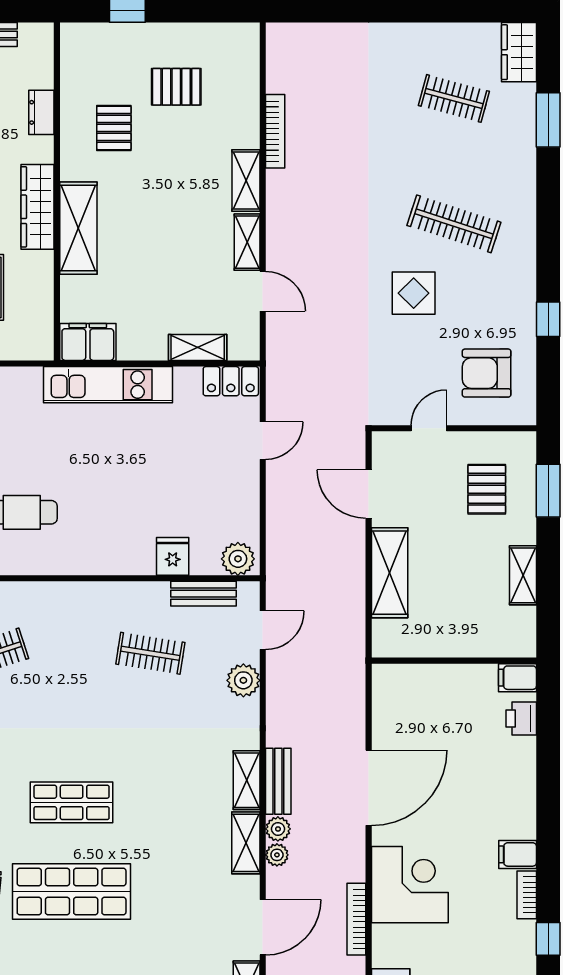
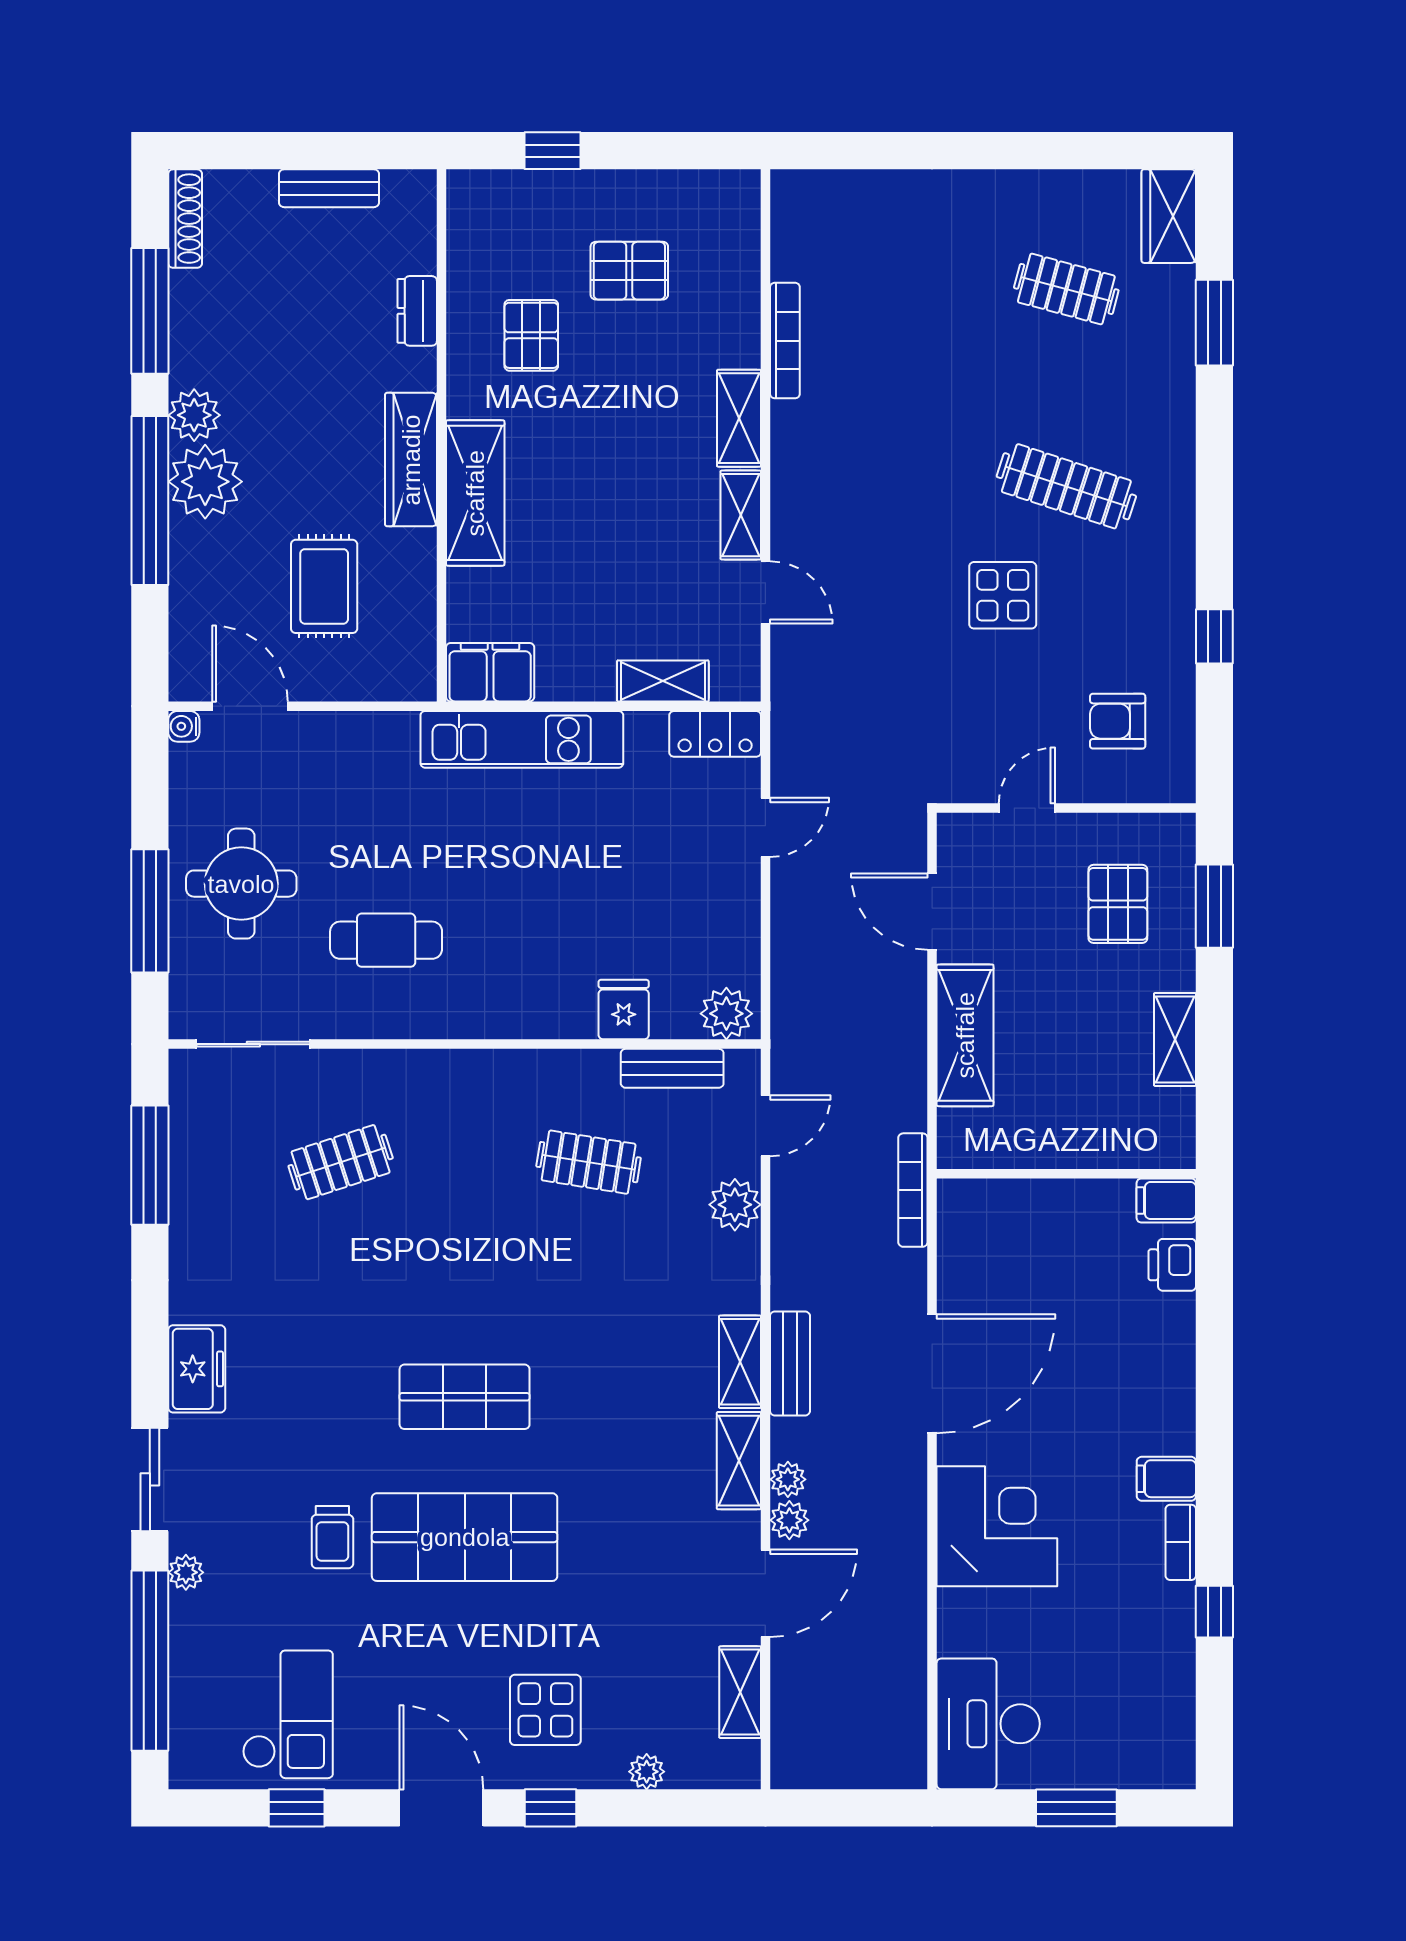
armchair: (487, 373) -> (1118, 721), width x0.72, depth x0.72
plant: (278, 829) -> (789, 1520), moved
bookcase: (356, 919) -> (913, 1190), moved

